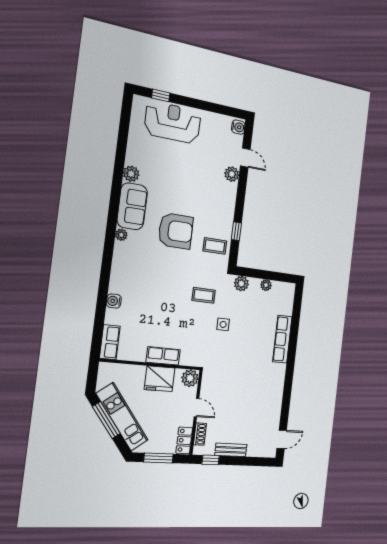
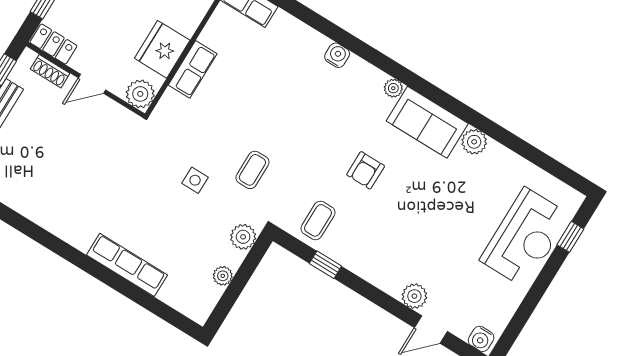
armchair: (176, 231) -> (366, 170), width x0.53, depth x0.53
water cooler: (114, 301) -> (337, 55), moved

